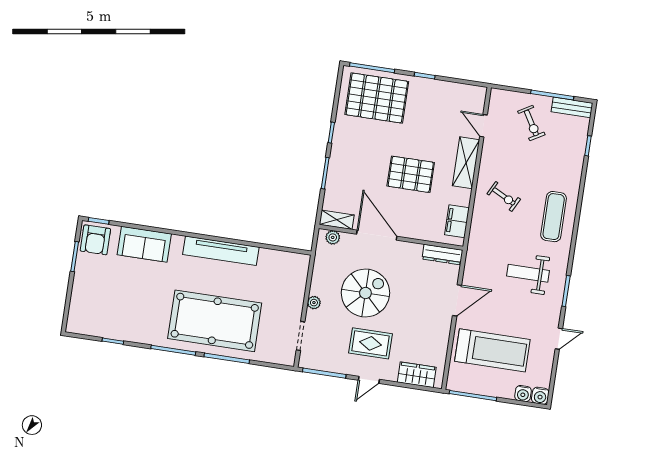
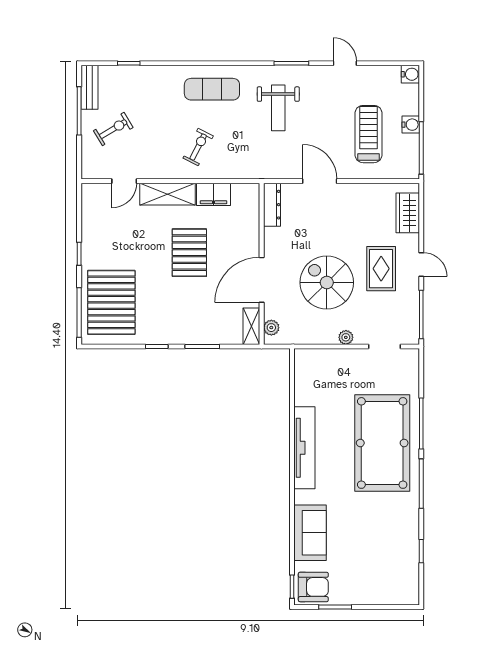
filing cabinet: (457, 221) -> (214, 194), moved
treadmill: (492, 350) -> (368, 134), width x0.73, depth x0.73
water cooler: (523, 394) -> (411, 125), moved

